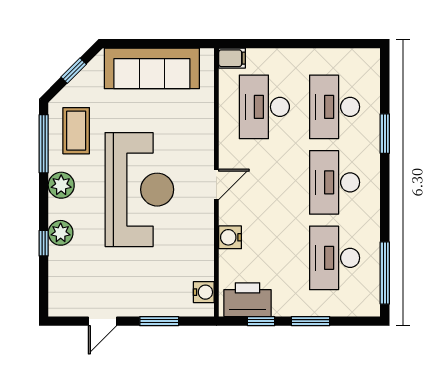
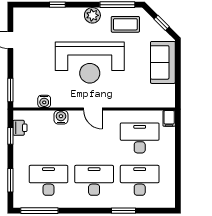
sofa: (152, 68) -> (163, 62), width x0.73
plant: (61, 233) -> (64, 15), removed
water cooler: (204, 292) -> (44, 101), moved
printer: (248, 300) -> (20, 128), width x0.53, depth x0.68
window: (159, 321) -> (10, 90), moved
window: (311, 321) -> (10, 180), moved

